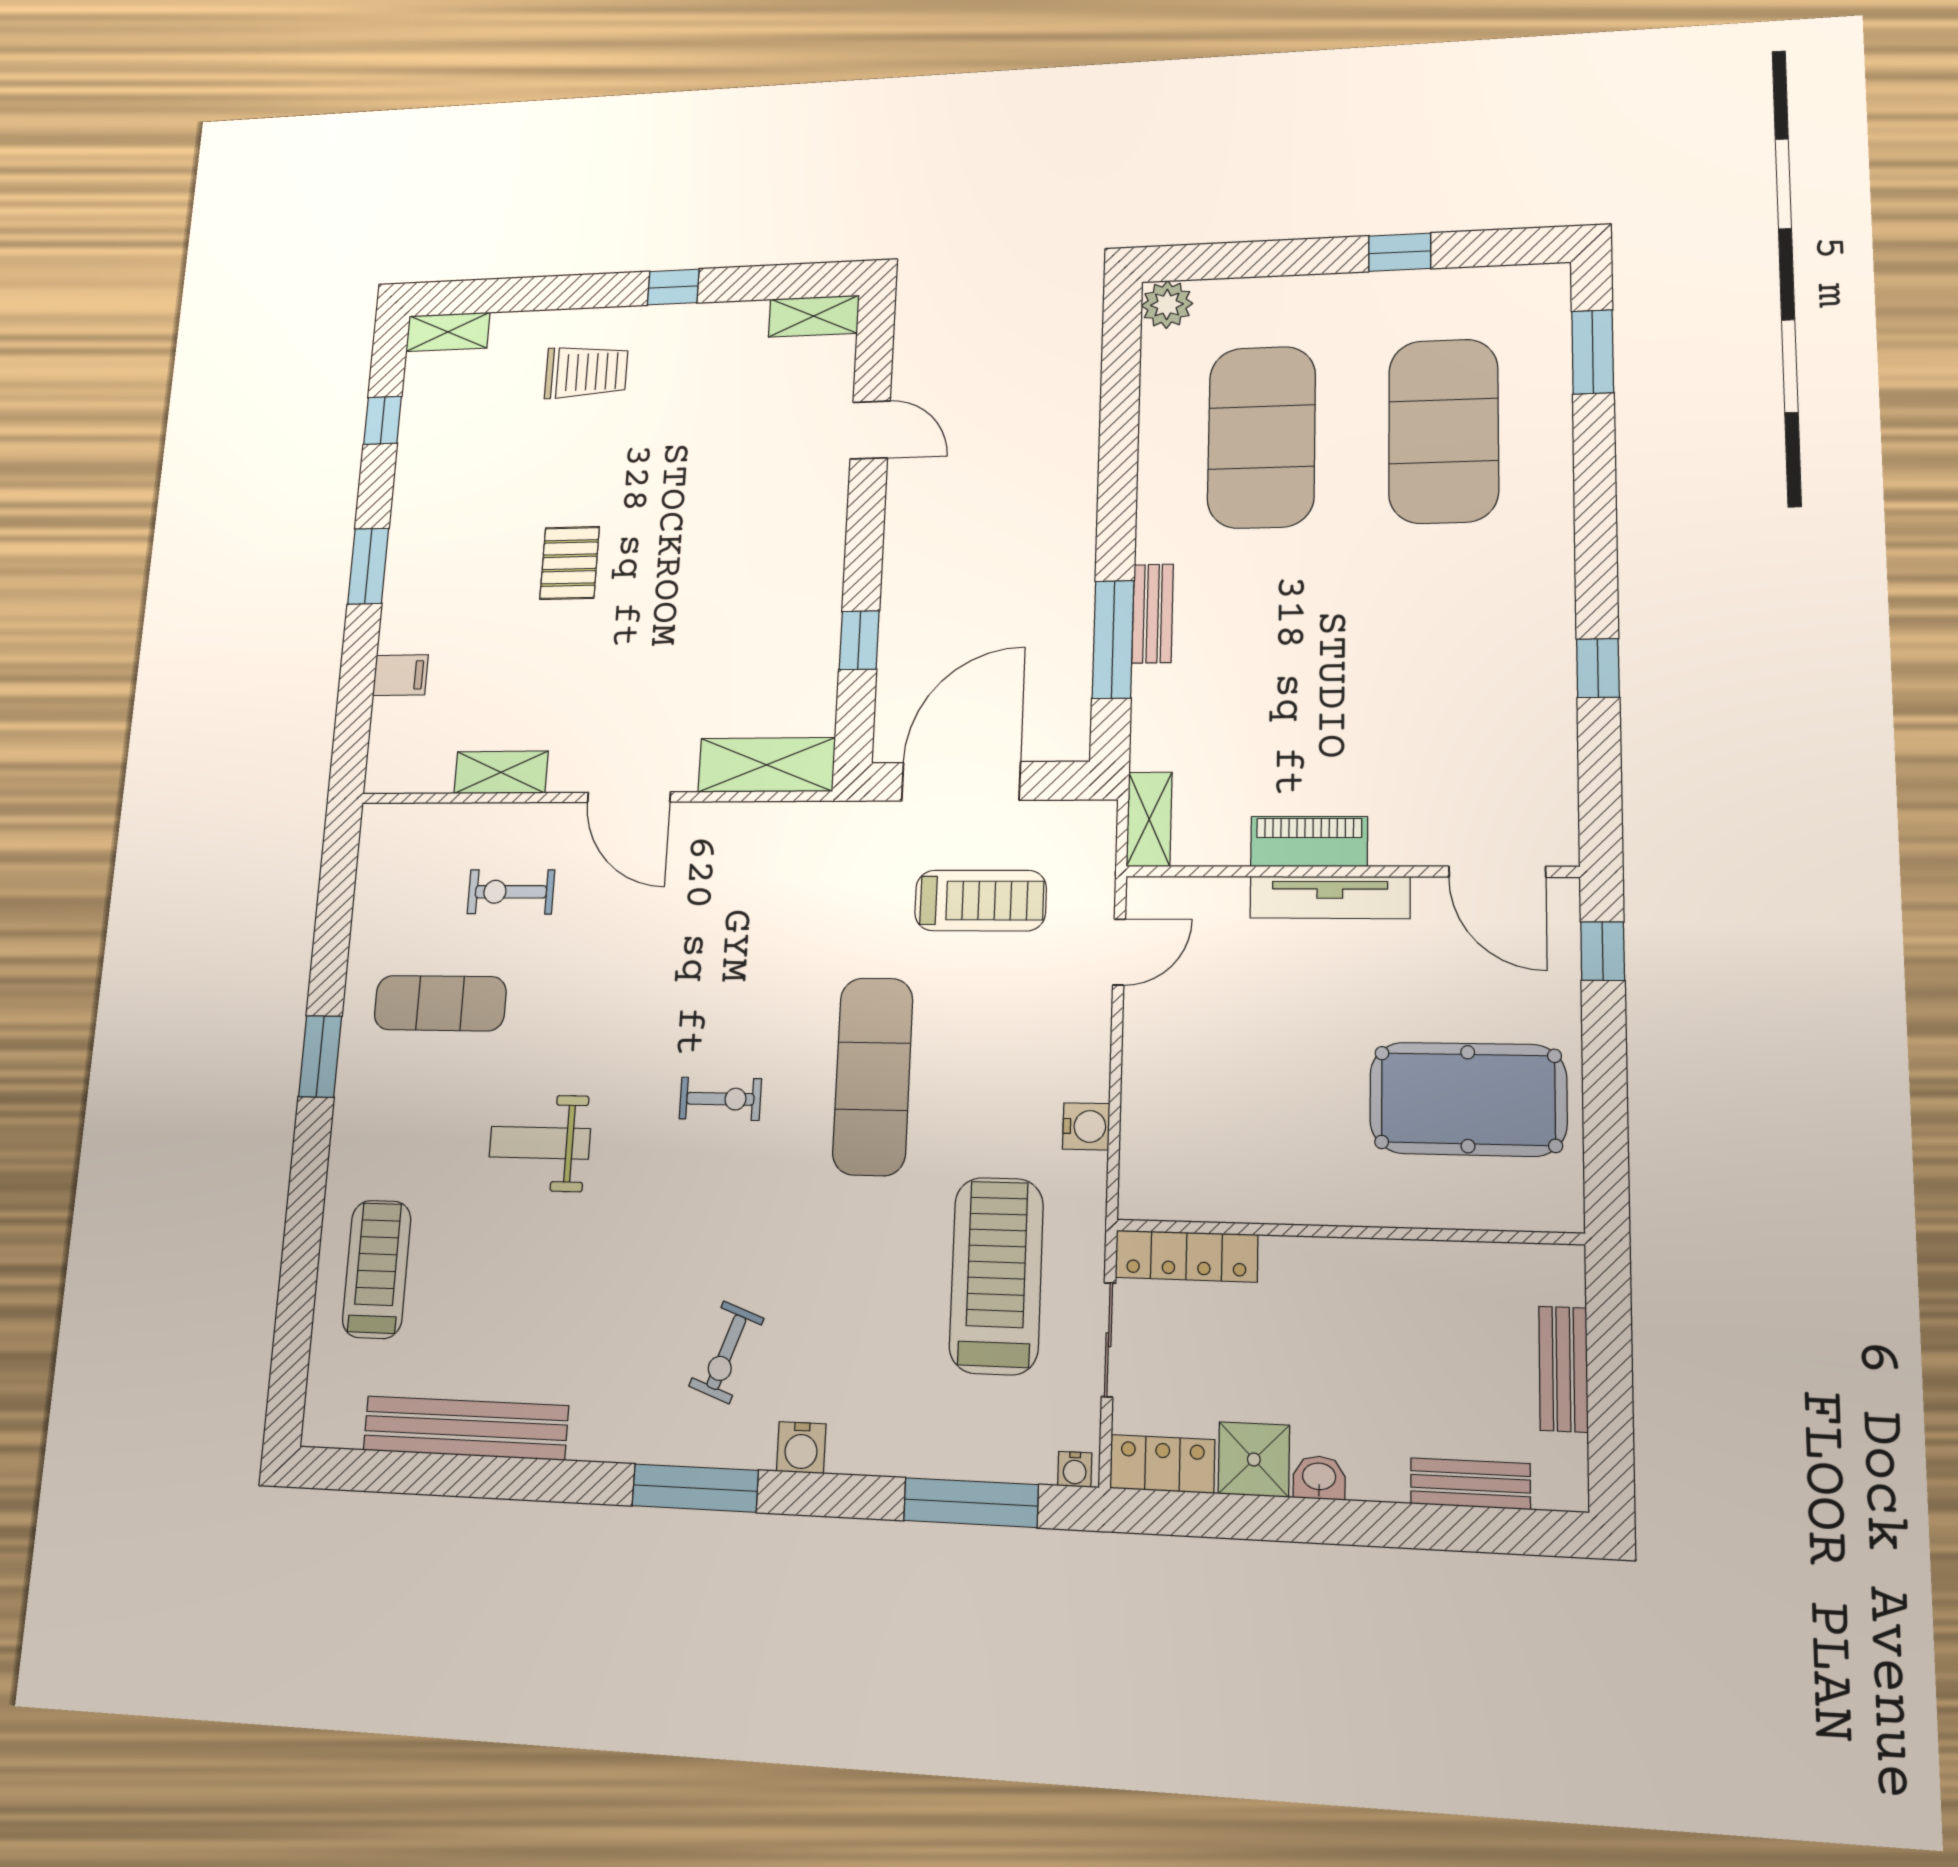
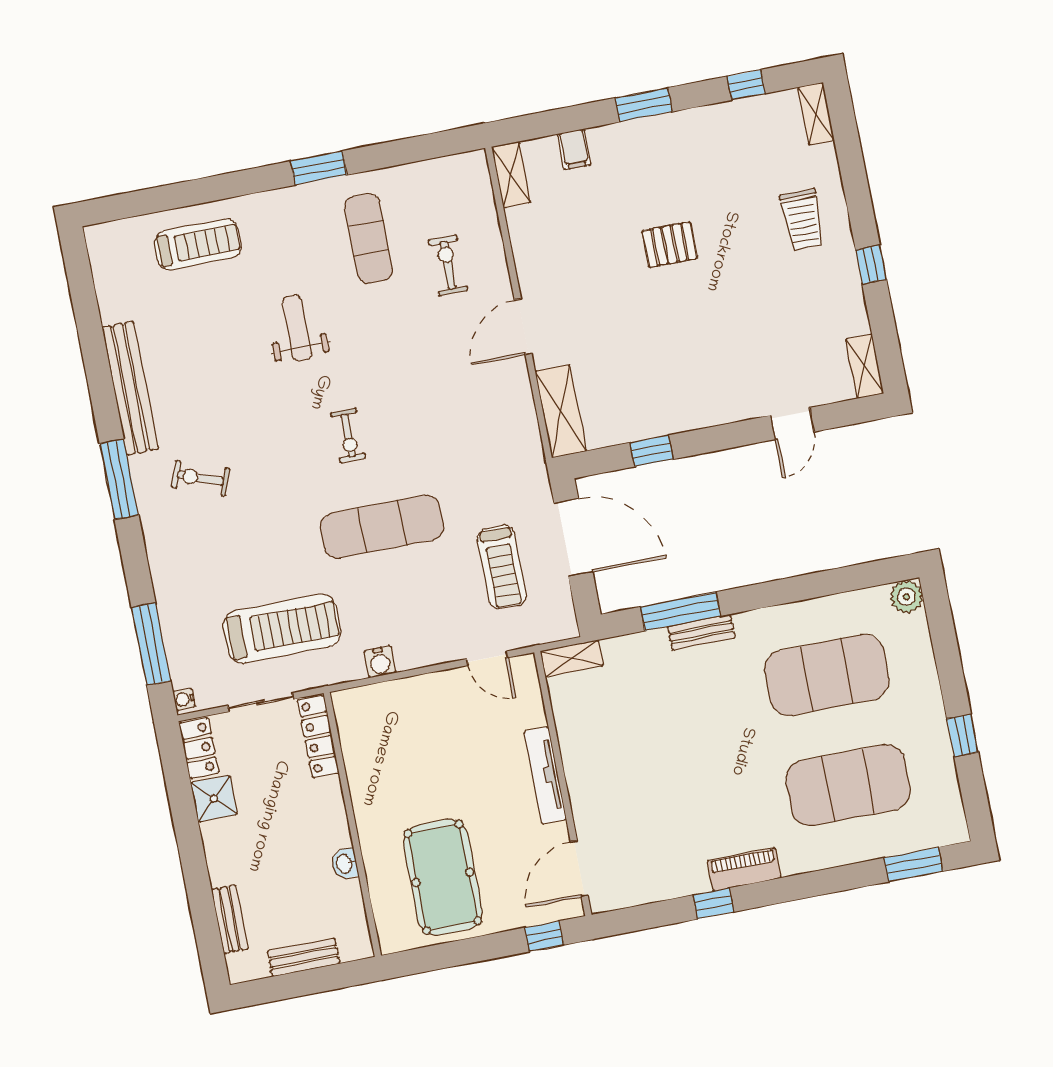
shelving: (501, 772) -> (511, 175), moved
piano: (1309, 841) -> (744, 869), moved, turned -90
bench: (465, 1428) -> (130, 388), moved
water cooler: (801, 1448) -> (157, 537), removed
washbasin: (1319, 1478) -> (345, 864), moved, turned 180

